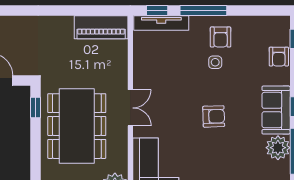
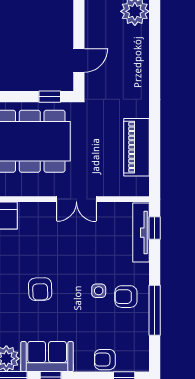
window: (203, 11) -> (155, 310), moved
piano: (101, 27) -> (137, 147), moved
double door: (130, 108) -> (76, 199), moved

